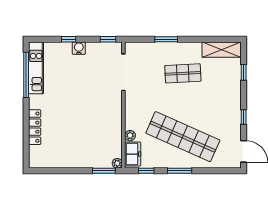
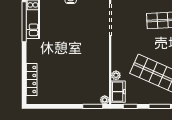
locker: (35, 127) -> (32, 79), moved

